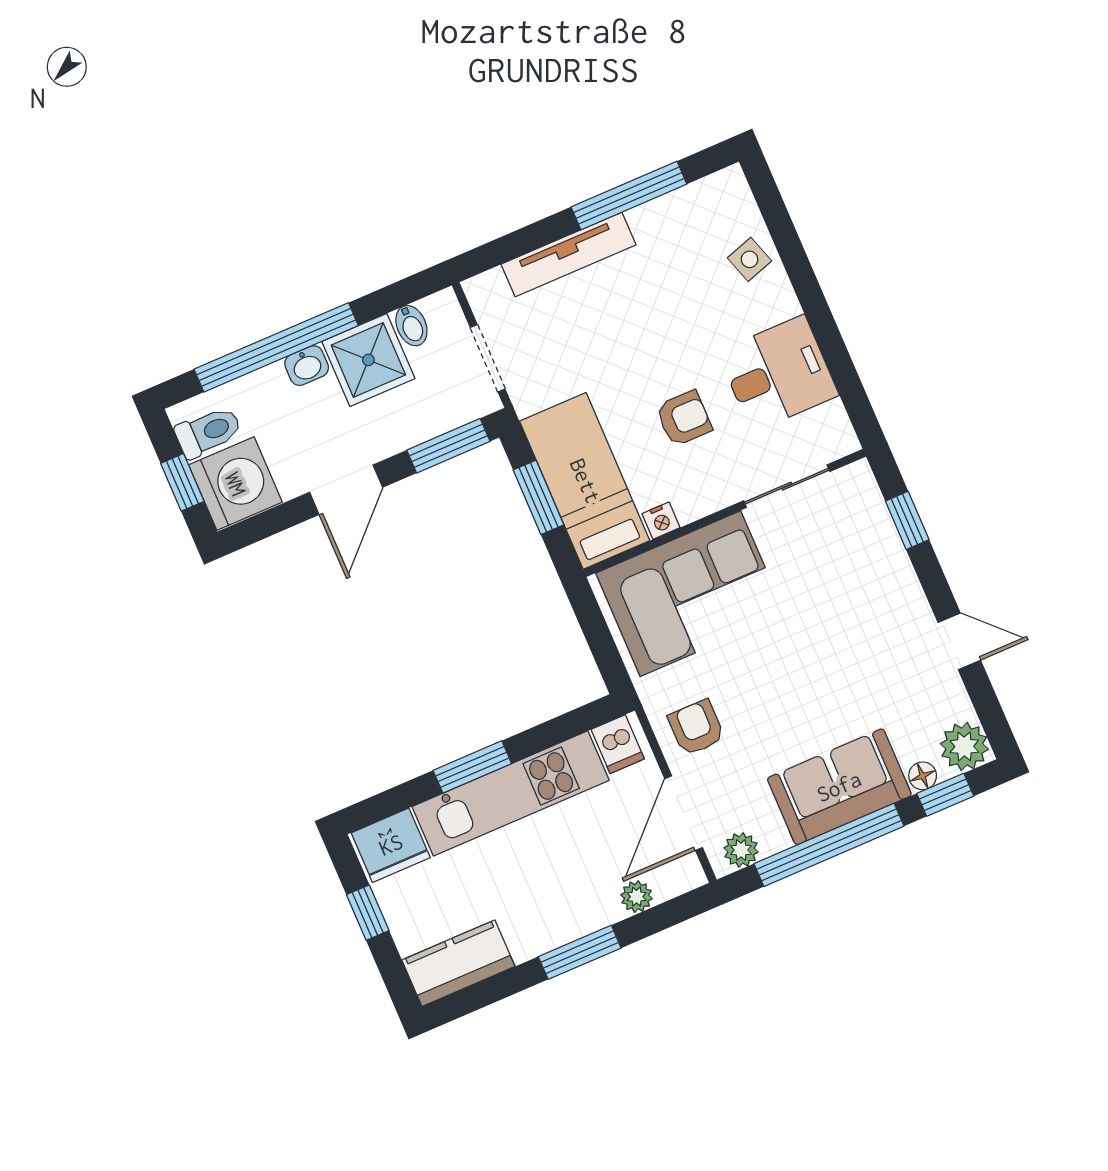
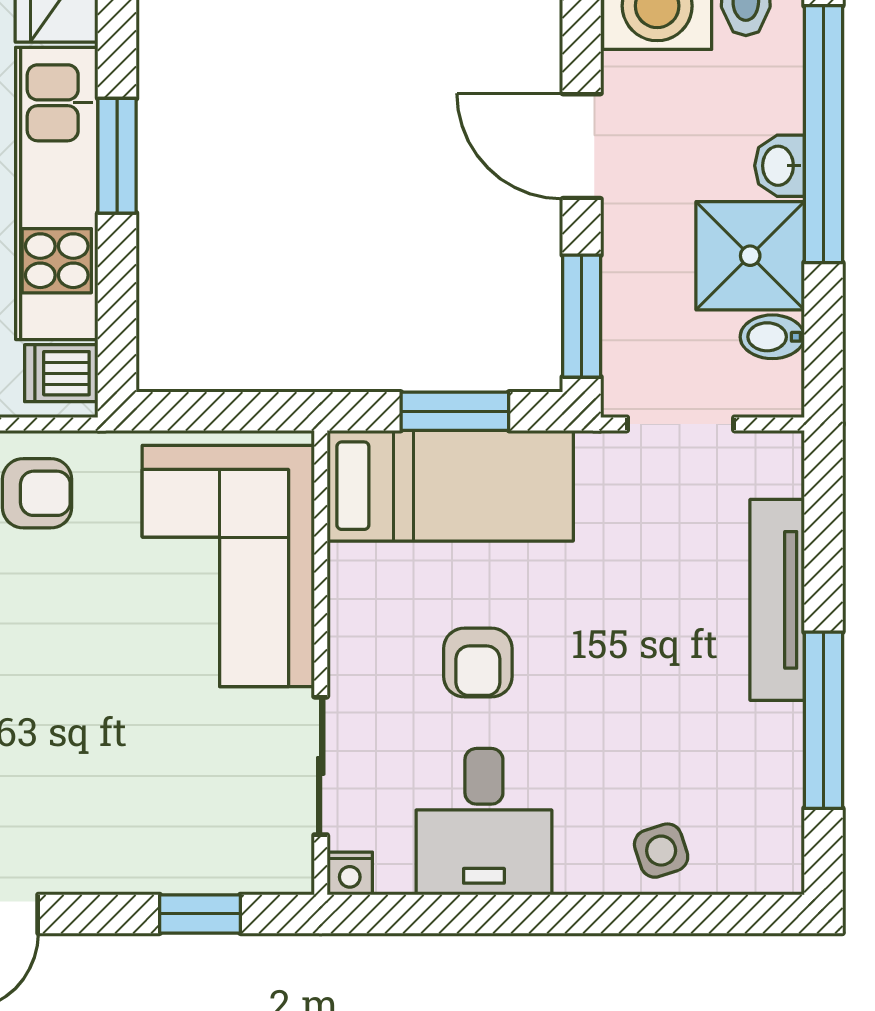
nightstand: (661, 521) -> (350, 873), moved, turned -90

